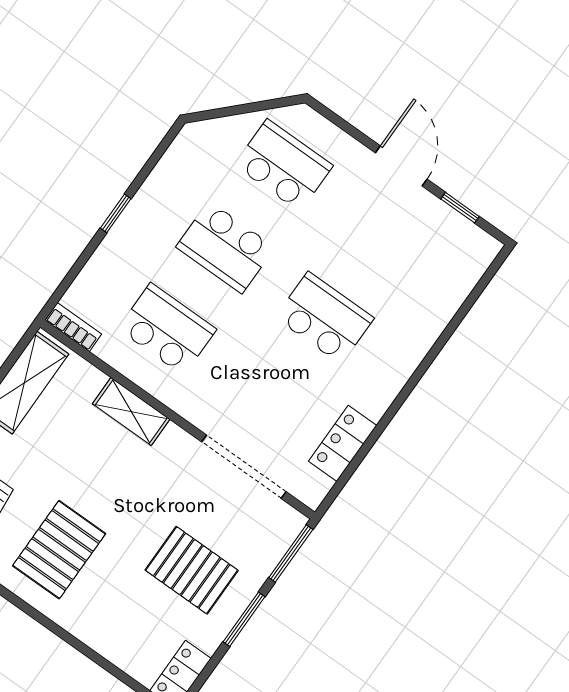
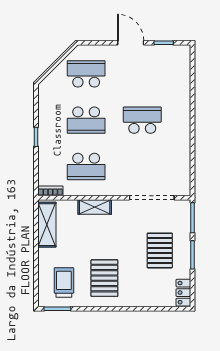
school desk: (167, 329) -> (86, 166), turned 180
locker: (343, 443) -> (183, 163), removed
pallet: (192, 570) -> (160, 250), turned 90

